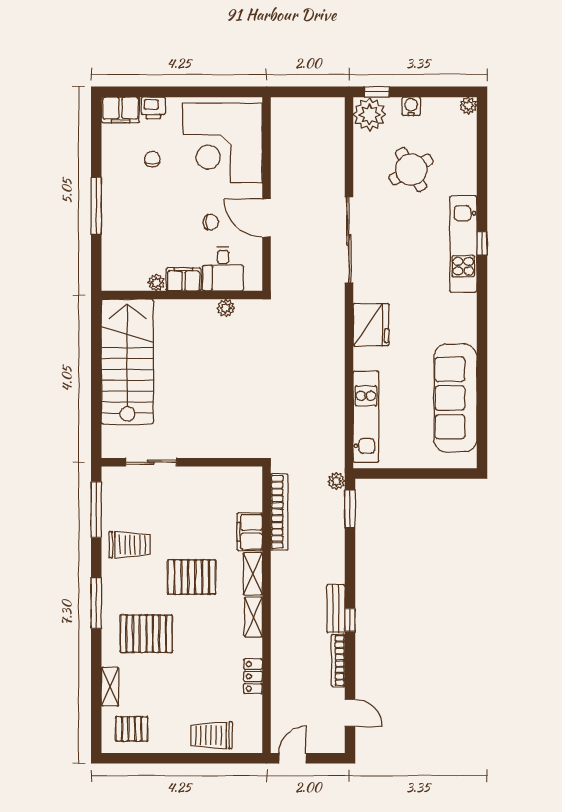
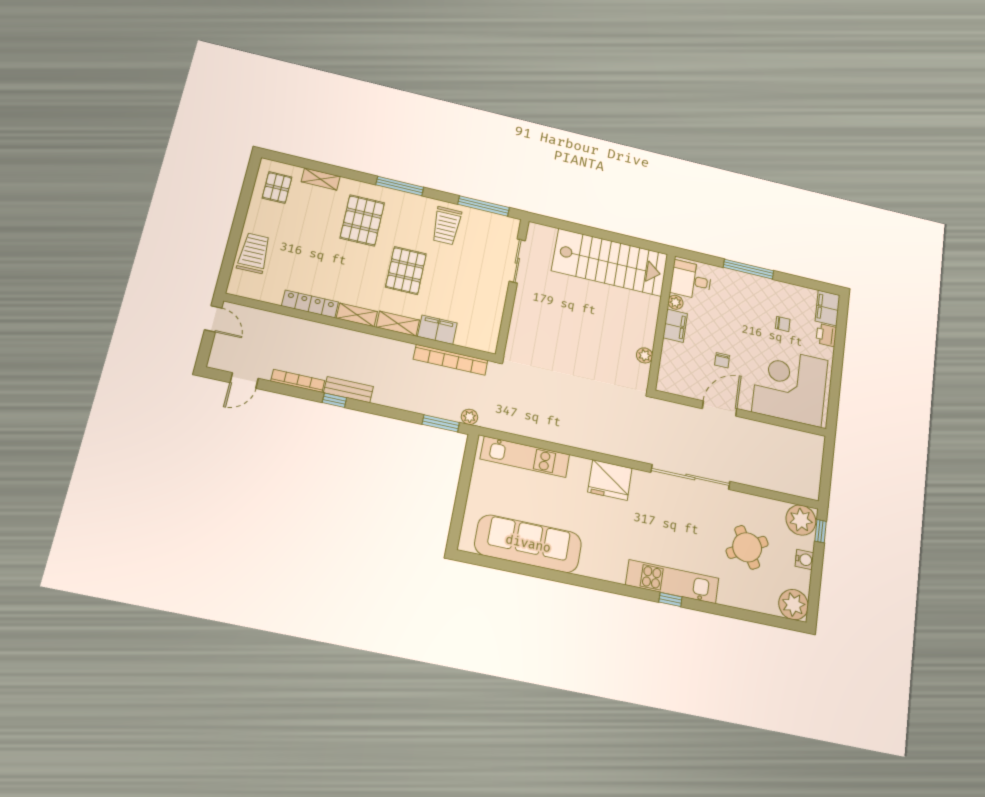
plant: (468, 106) -> (794, 605), width x1.87, depth x1.87
desk: (223, 269) -> (691, 280), moved
locker: (253, 676) -> (310, 304), width x1.53

